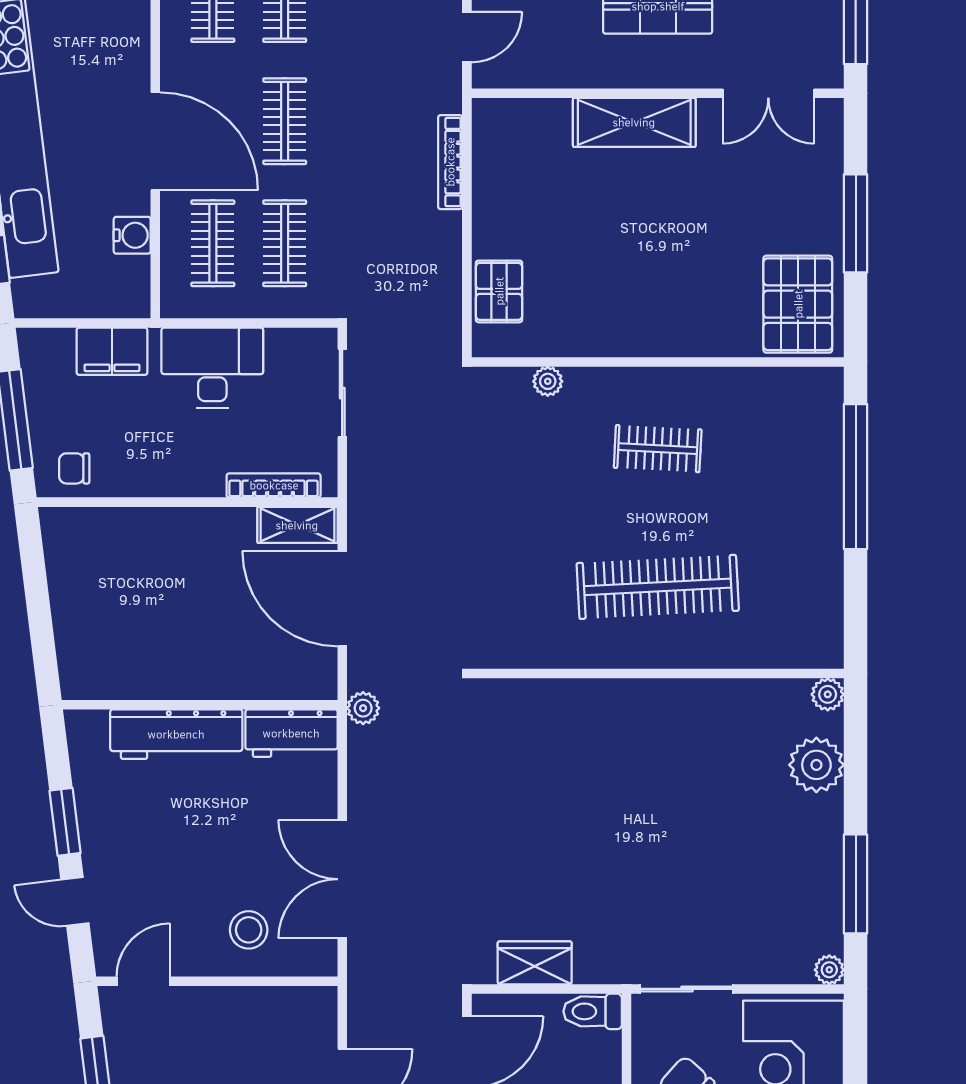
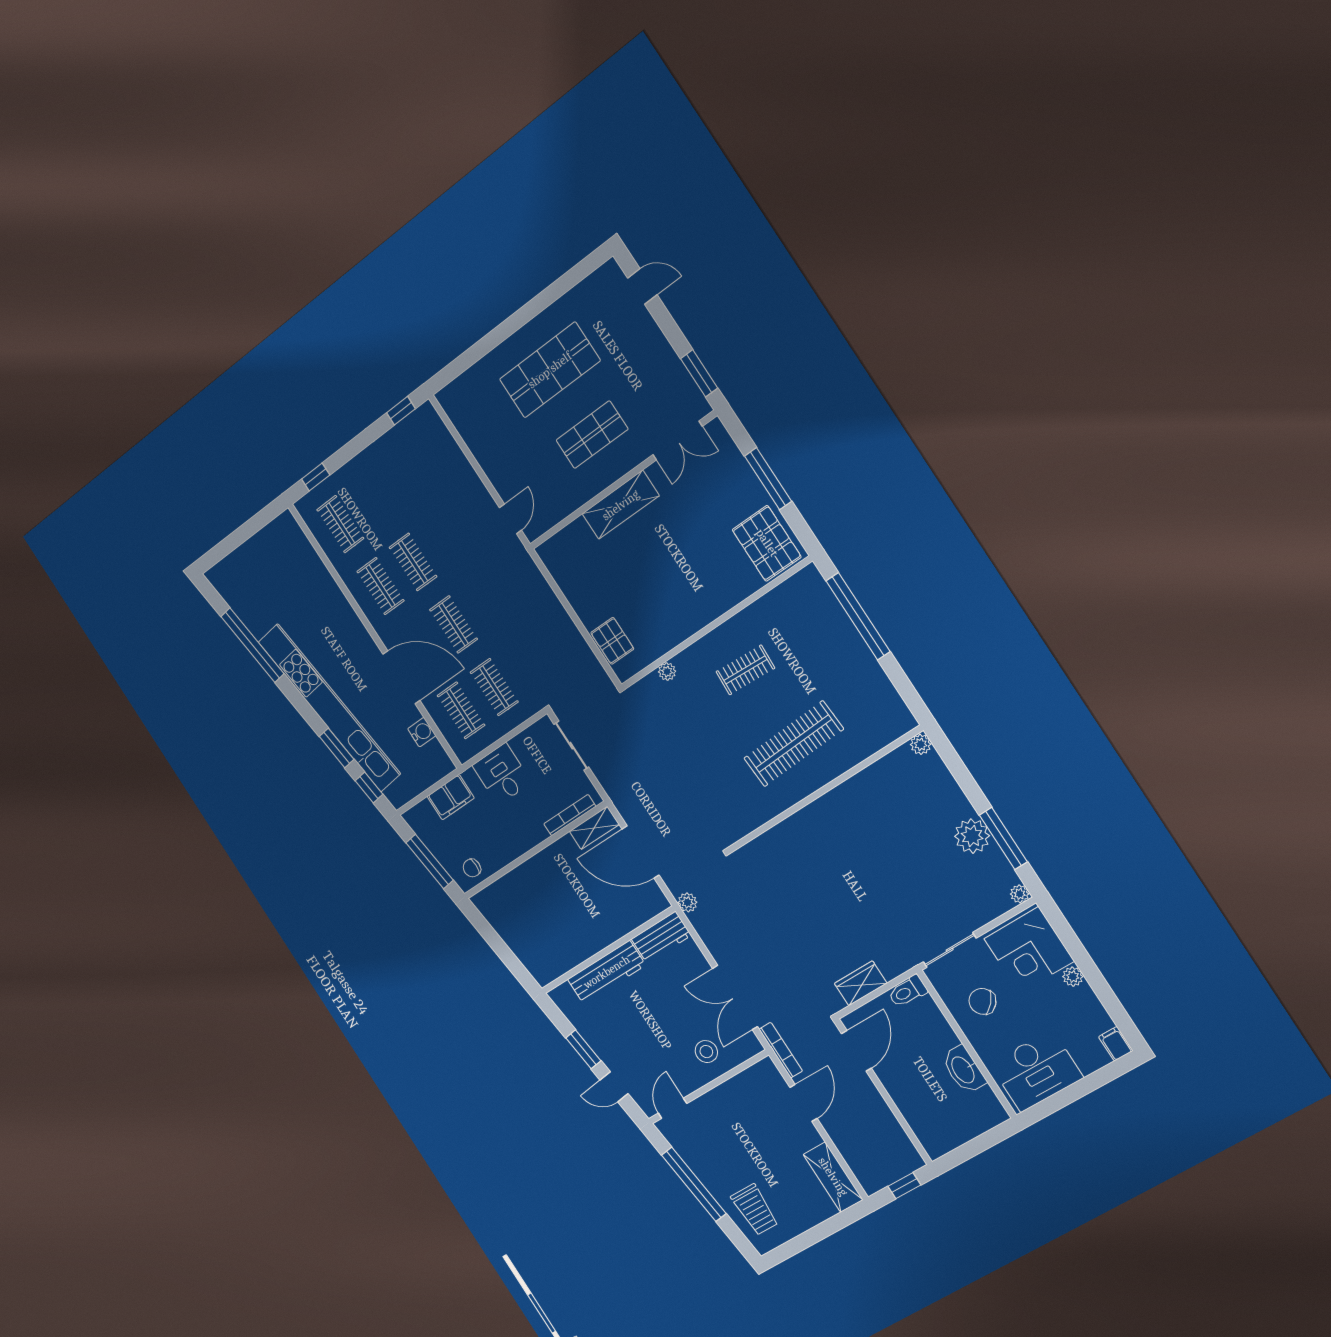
bookcase: (450, 162) -> (781, 1050), moved, turned 180
desk: (212, 368) -> (502, 774), width x0.73
plant: (816, 765) -> (972, 836), moved

